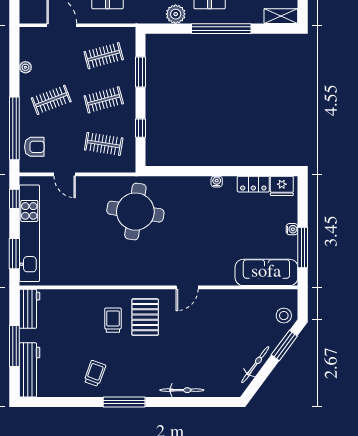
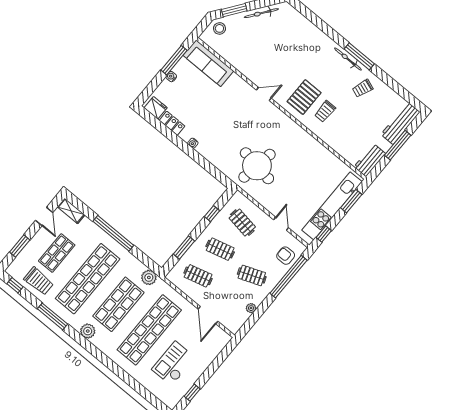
plant: (176, 14) -> (149, 277), moved
bicycle: (182, 390) -> (348, 59), moved

